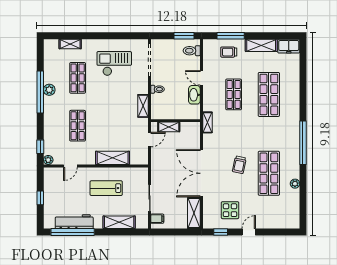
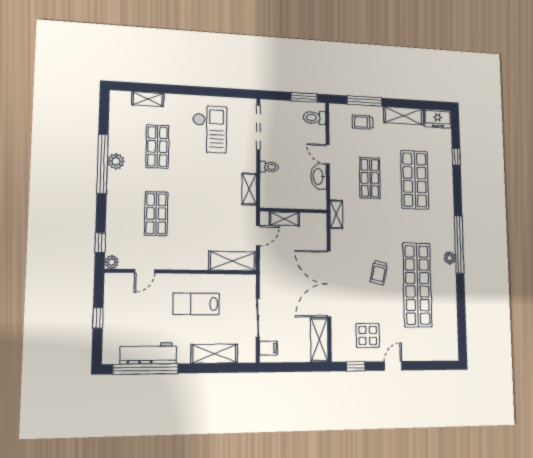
checkout: (114, 63) -> (210, 129), turned 90
window: (303, 75) -> (456, 157), added
shelving: (113, 158) -> (232, 261), moved
shop shelf: (269, 173) -> (417, 285), width x1.40
plant: (295, 184) -> (450, 258), moved

